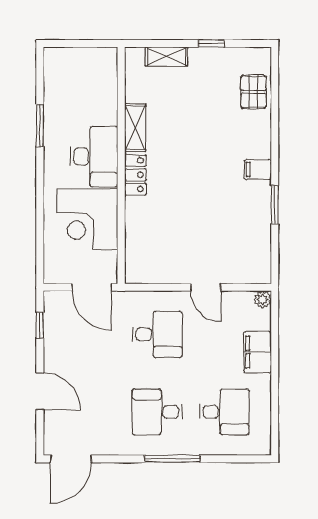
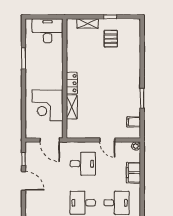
pallet: (254, 92) -> (111, 39), moved
shelving: (135, 128) -> (72, 107), moved
desk: (94, 157) -> (48, 31), moved, turned -90
filing cabinet: (258, 169) -> (134, 122), moved
door: (40, 391) -> (24, 181), moved

